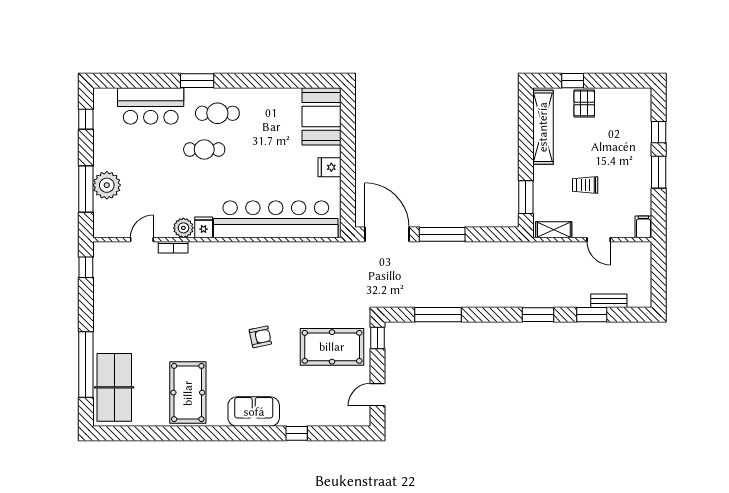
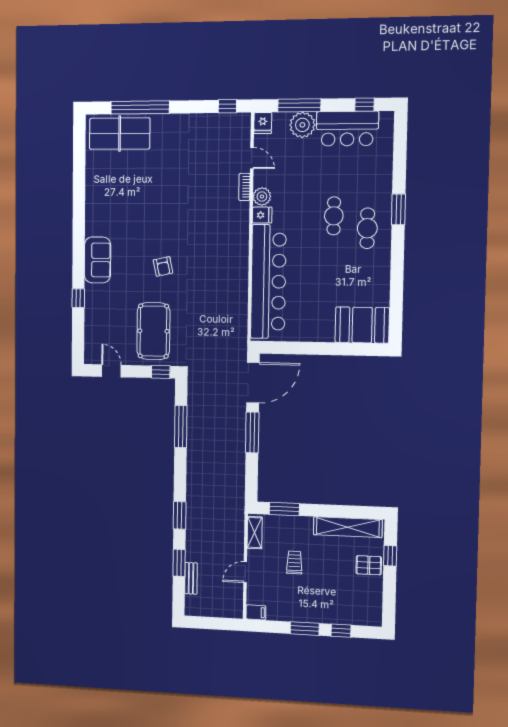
bar counter: (151, 106) -> (347, 129), moved, turned -90
fridge: (329, 167) -> (263, 123), moved, turned 180
pool table: (188, 393) -> (115, 201), removed

